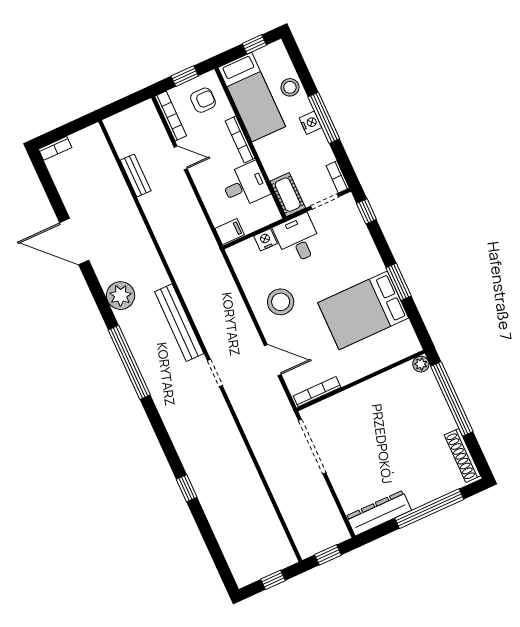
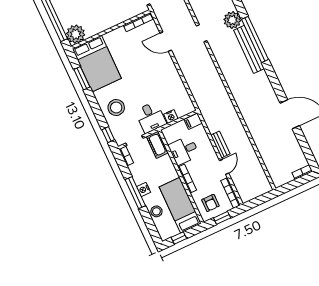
armchair: (203, 100) -> (210, 203), turned -90
door: (181, 158) -> (224, 167), swing flipped
bench: (136, 176) -> (220, 144), moved
window: (399, 282) -> (82, 78), moved
plant: (121, 296) -> (232, 20), moved
stool: (281, 302) -> (116, 107), moved
bed: (363, 310) -> (97, 64), moved, turned 90
bench: (179, 323) -> (249, 49), moved
plant: (421, 364) -> (76, 34), width x1.87, depth x1.87

